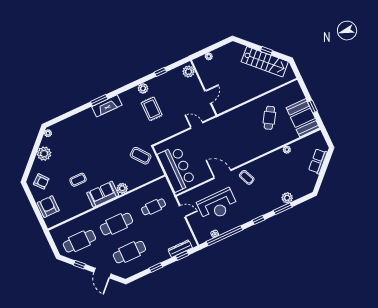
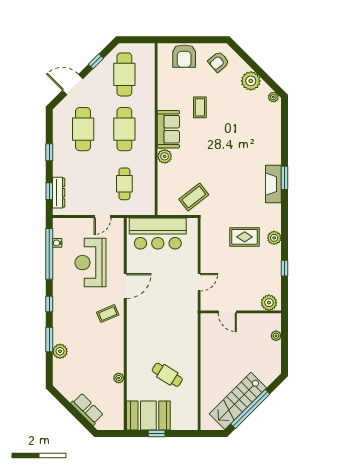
window: (266, 51) -> (250, 409), width x3.17
armchair: (48, 207) -> (184, 56), turned 90

